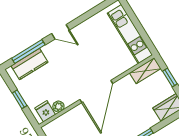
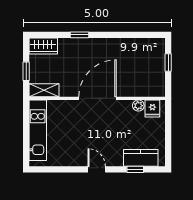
window: (28, 52) -> (135, 169), width x0.46
window: (20, 99) -> (168, 133), removed

